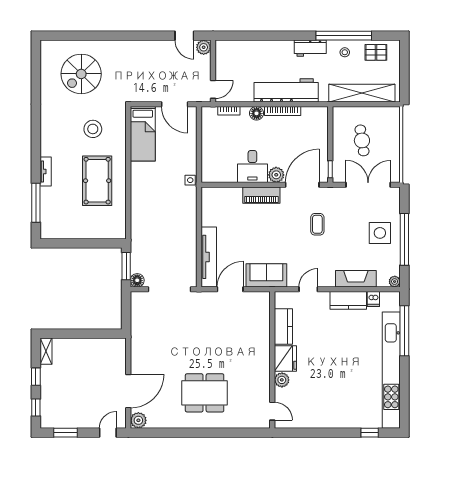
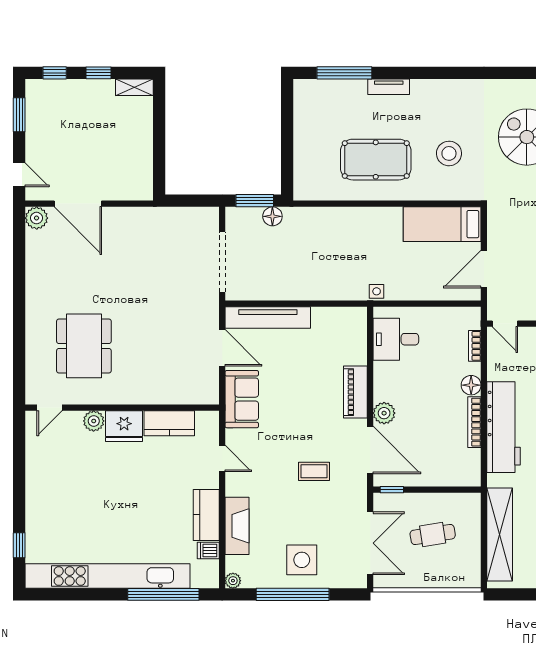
desk: (252, 167) -> (396, 339), moved
floor lamp: (137, 280) -> (272, 216), moved
dining table: (205, 393) -> (84, 346), moved

